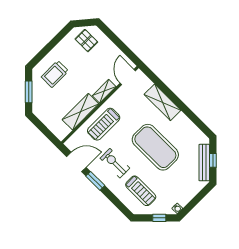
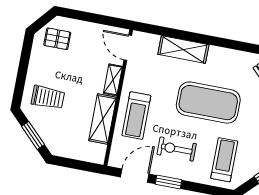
trolley: (55, 74) -> (48, 97), turned -90
treadmill: (141, 191) -> (224, 160), turned -90

